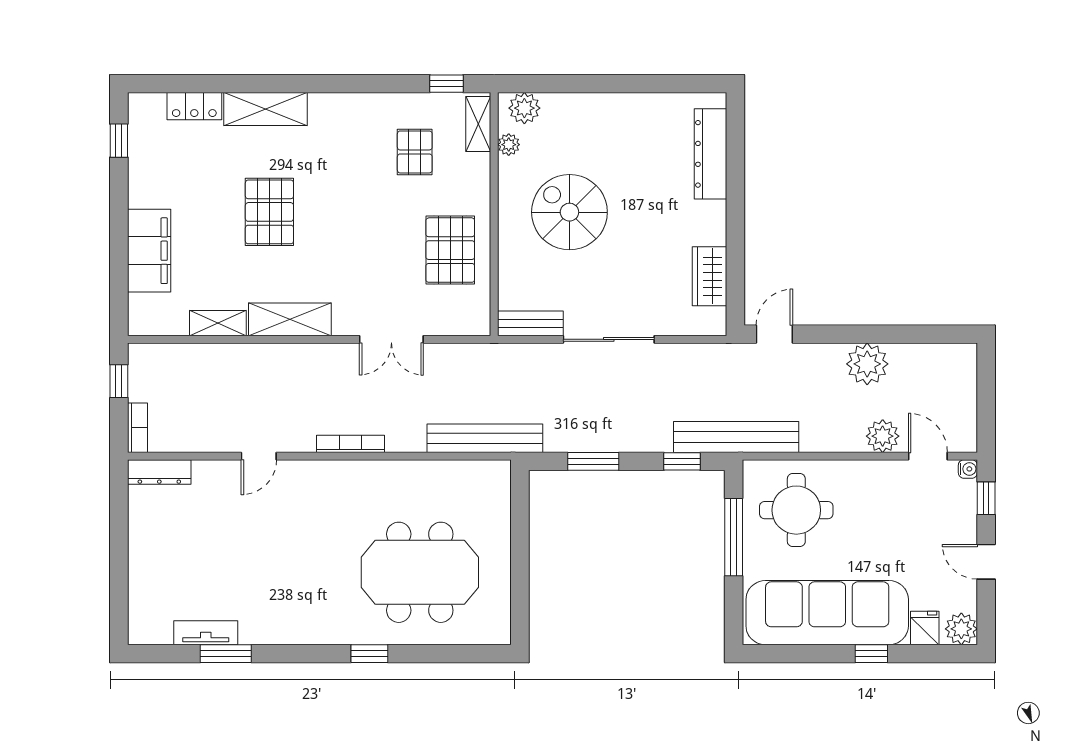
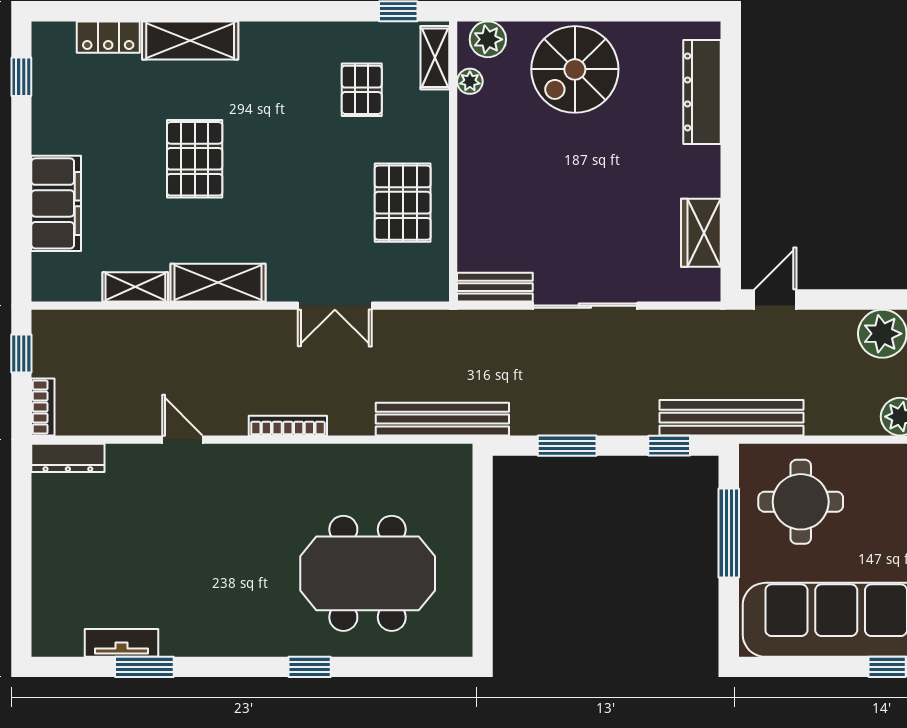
spiral stairs: (569, 212) -> (575, 69), moved, turned -90
door: (259, 456) -> (182, 440), swing flipped

